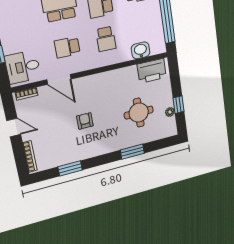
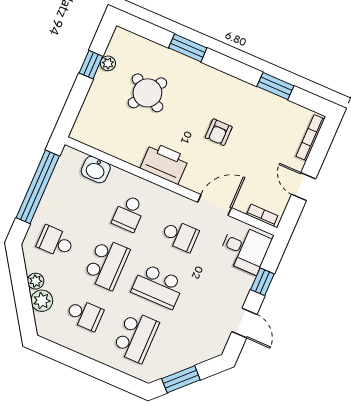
school desk: (106, 39) -> (129, 213), turned 180
printer: (152, 71) -> (165, 163), moved
door: (59, 79) -> (215, 205), hinge flipped
round table: (139, 113) -> (147, 93), turned 31

